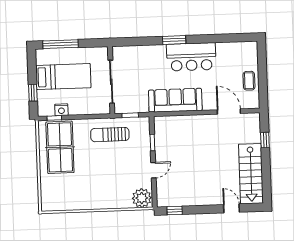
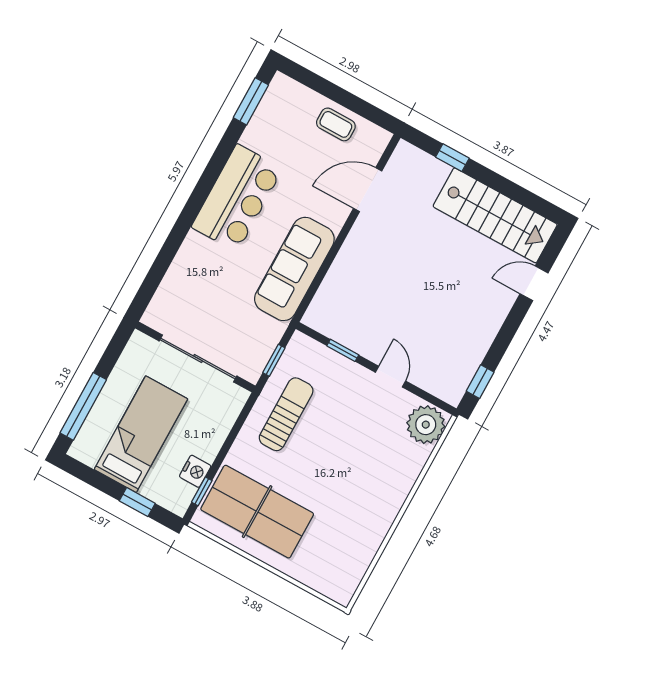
window: (174, 40) -> (251, 101), moved
sun lounger: (110, 135) -> (286, 414), turned 180

